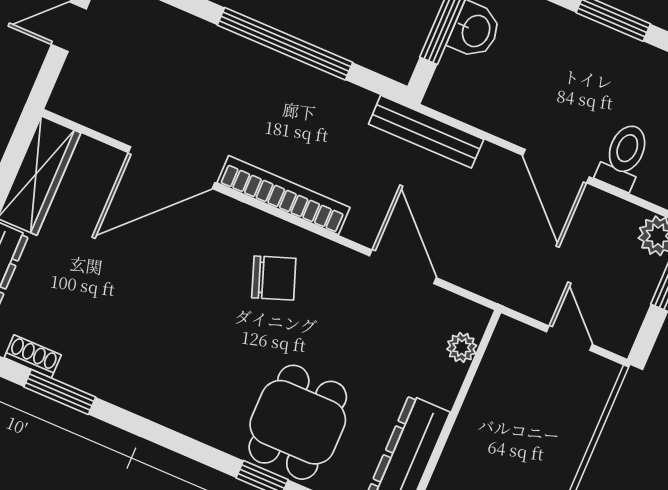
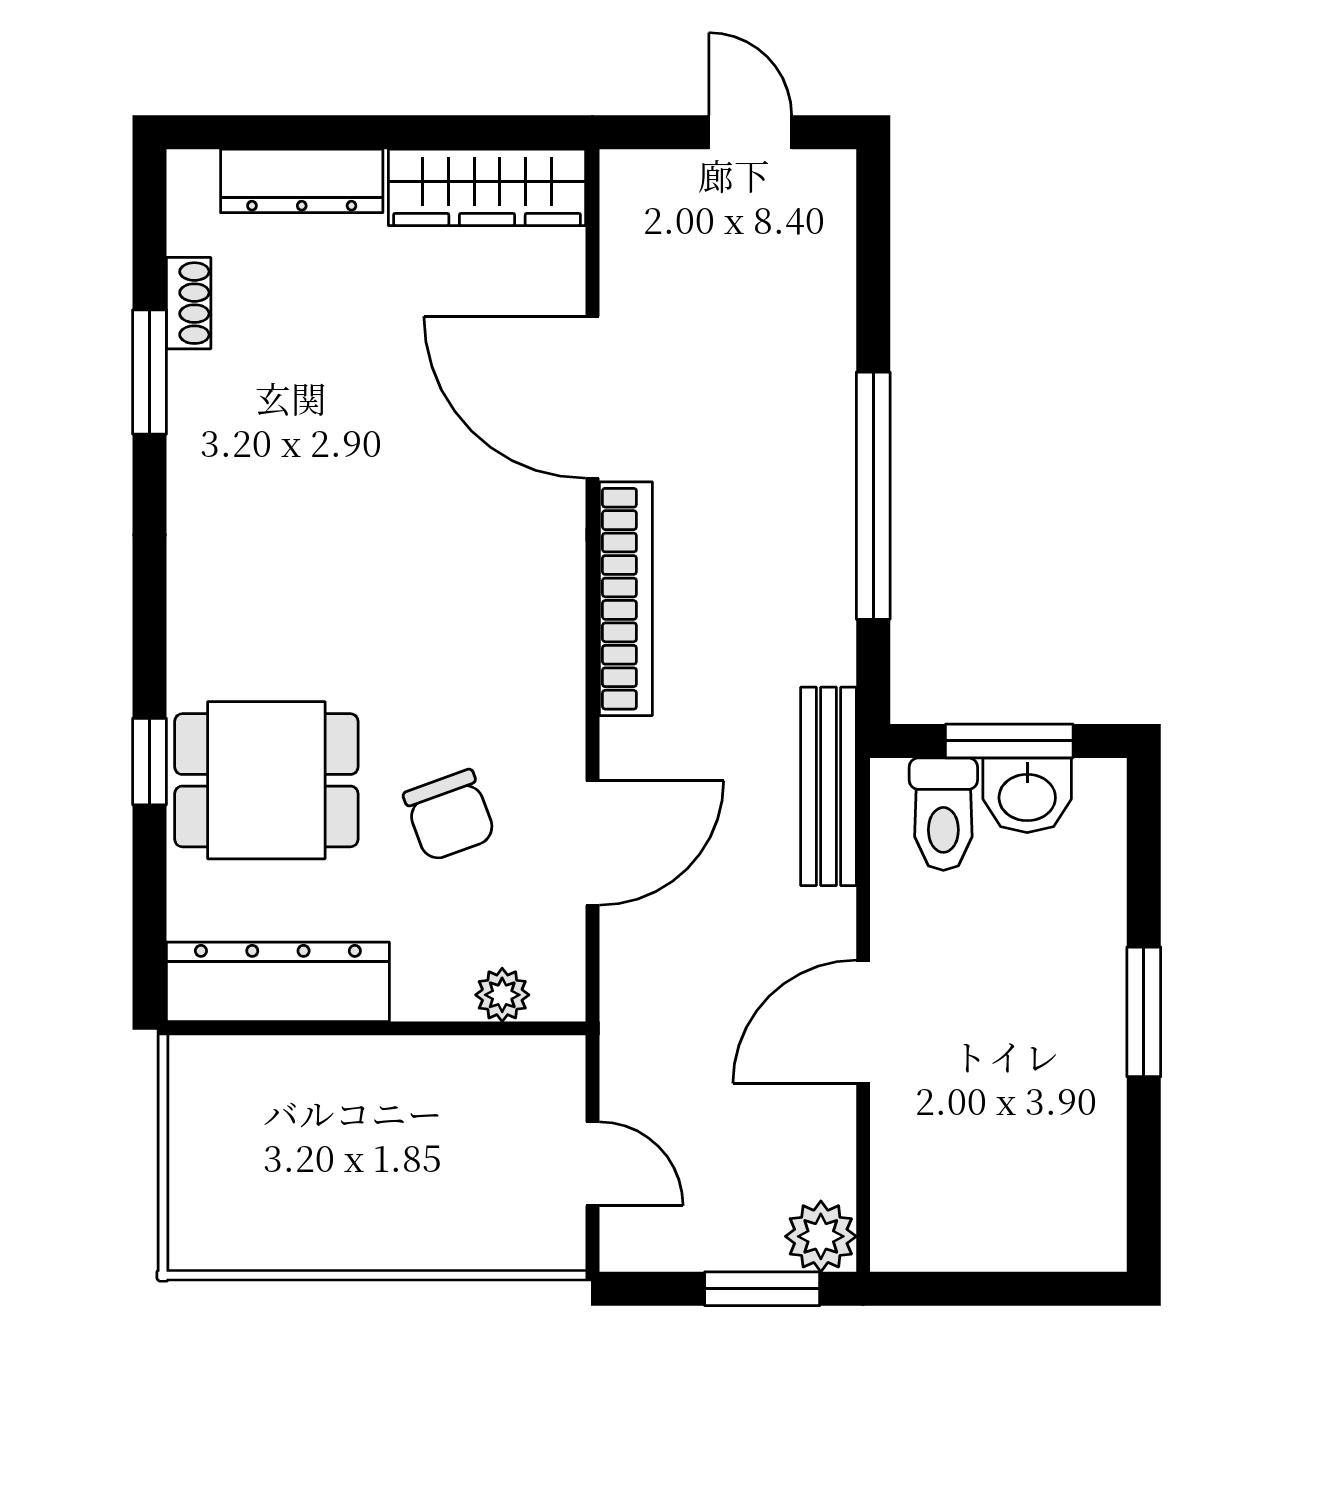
toilet: (624, 156) -> (943, 814), moved, turned 90
chair: (274, 278) -> (449, 815), moved
door: (569, 338) -> (593, 1164), hinge flipped

